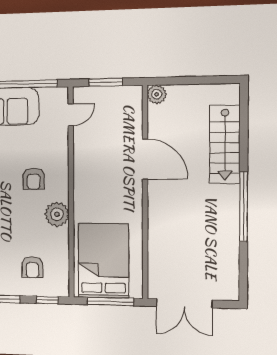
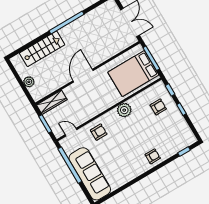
plant: (157, 94) -> (29, 82), moved
wardrobe: (133, 111) -> (52, 102), added
door: (145, 159) -> (83, 76), moved
armchair: (34, 179) -> (99, 132), moved

